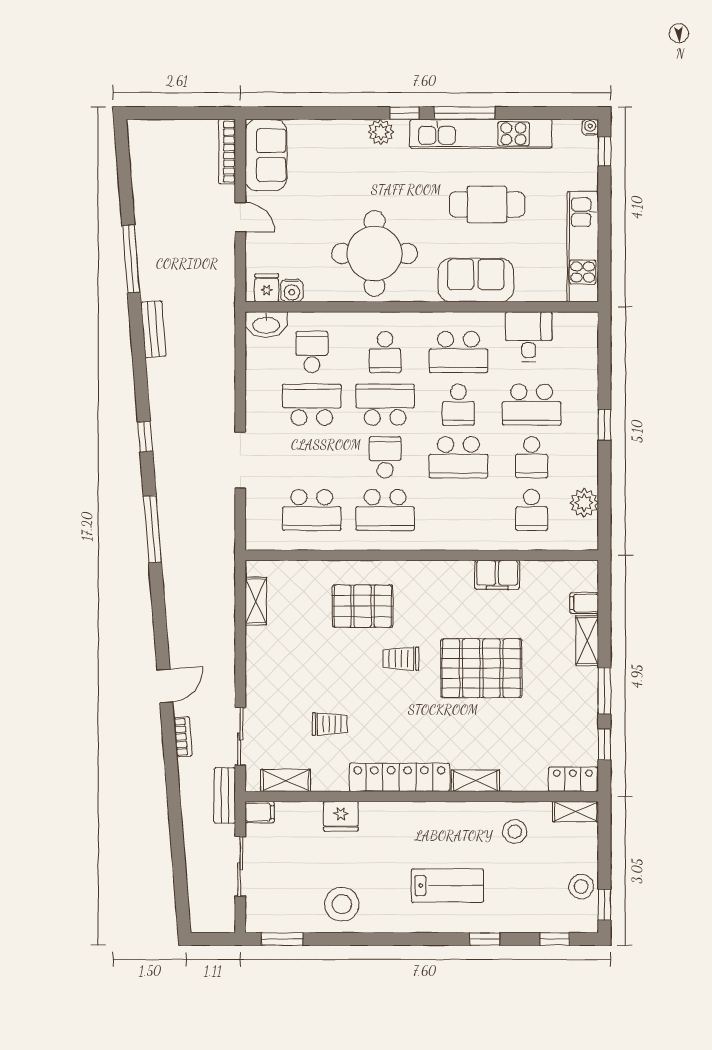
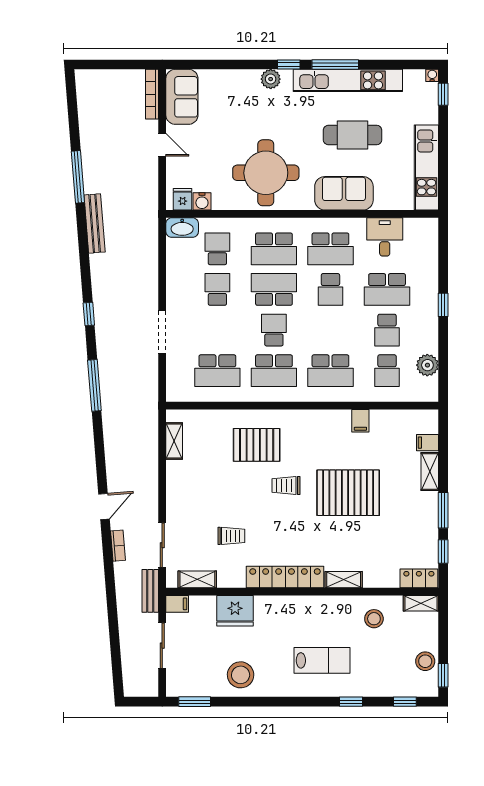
bench: (153, 329) -> (95, 223), width x1.36
school desk: (385, 352) -> (274, 249), width x1.85
school desk: (312, 405) -> (217, 289), width x0.54
school desk: (458, 457) -> (330, 371), moved
filing cabinet: (497, 575) -> (360, 421), width x0.50
fridge: (341, 816) -> (235, 611), width x1.36, depth x1.34

